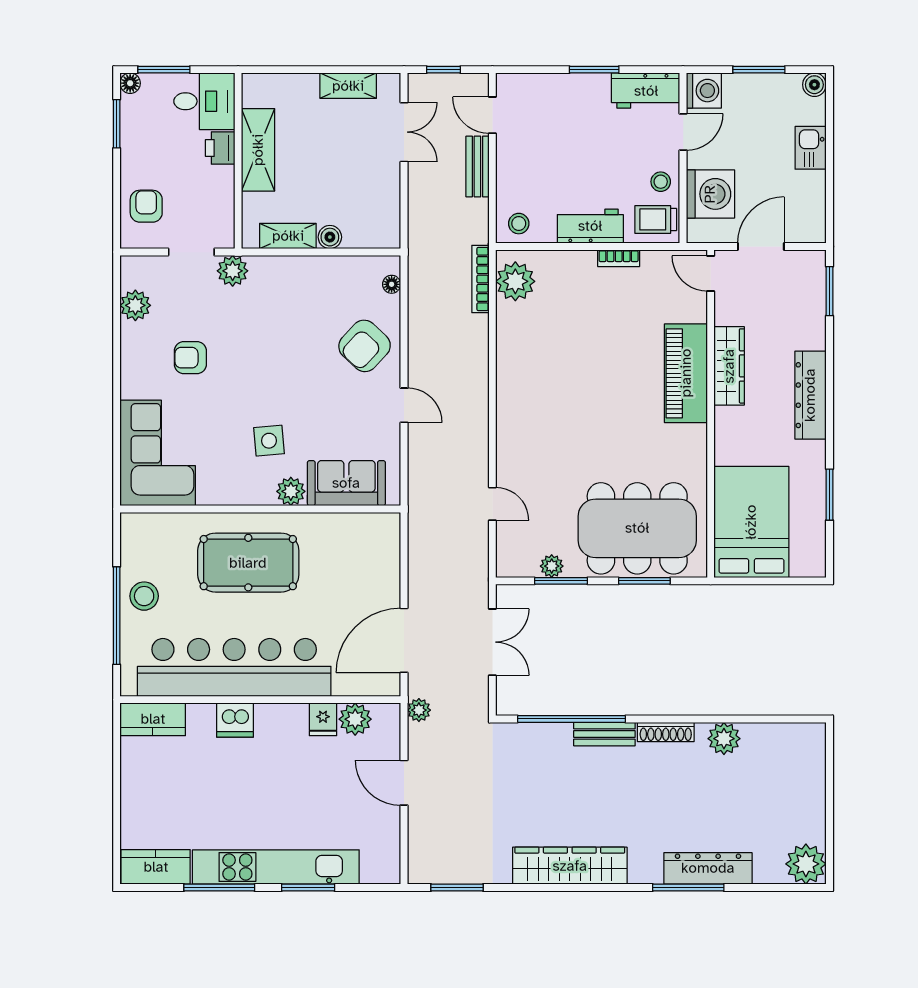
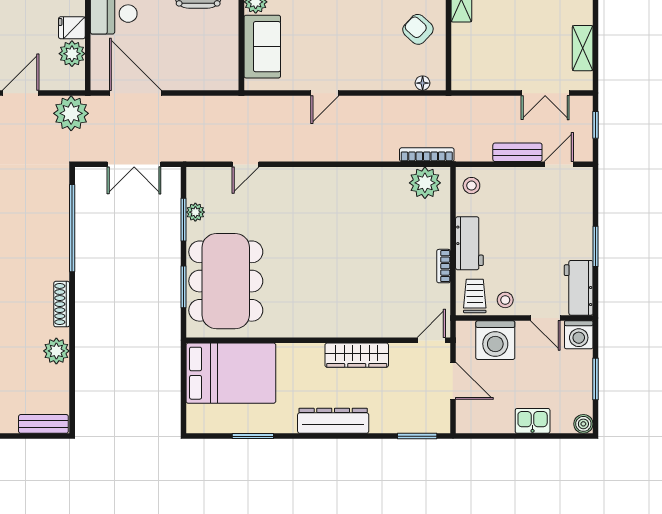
boiler: (330, 237) -> (461, 33), removed
armchair: (365, 346) -> (418, 29), moved, width x0.72, depth x0.72
piano: (686, 373) -> (351, 320), removed
plant: (419, 710) -> (71, 113), width x1.88, depth x1.88
bench: (604, 734) -> (43, 424), moved, turned 90

